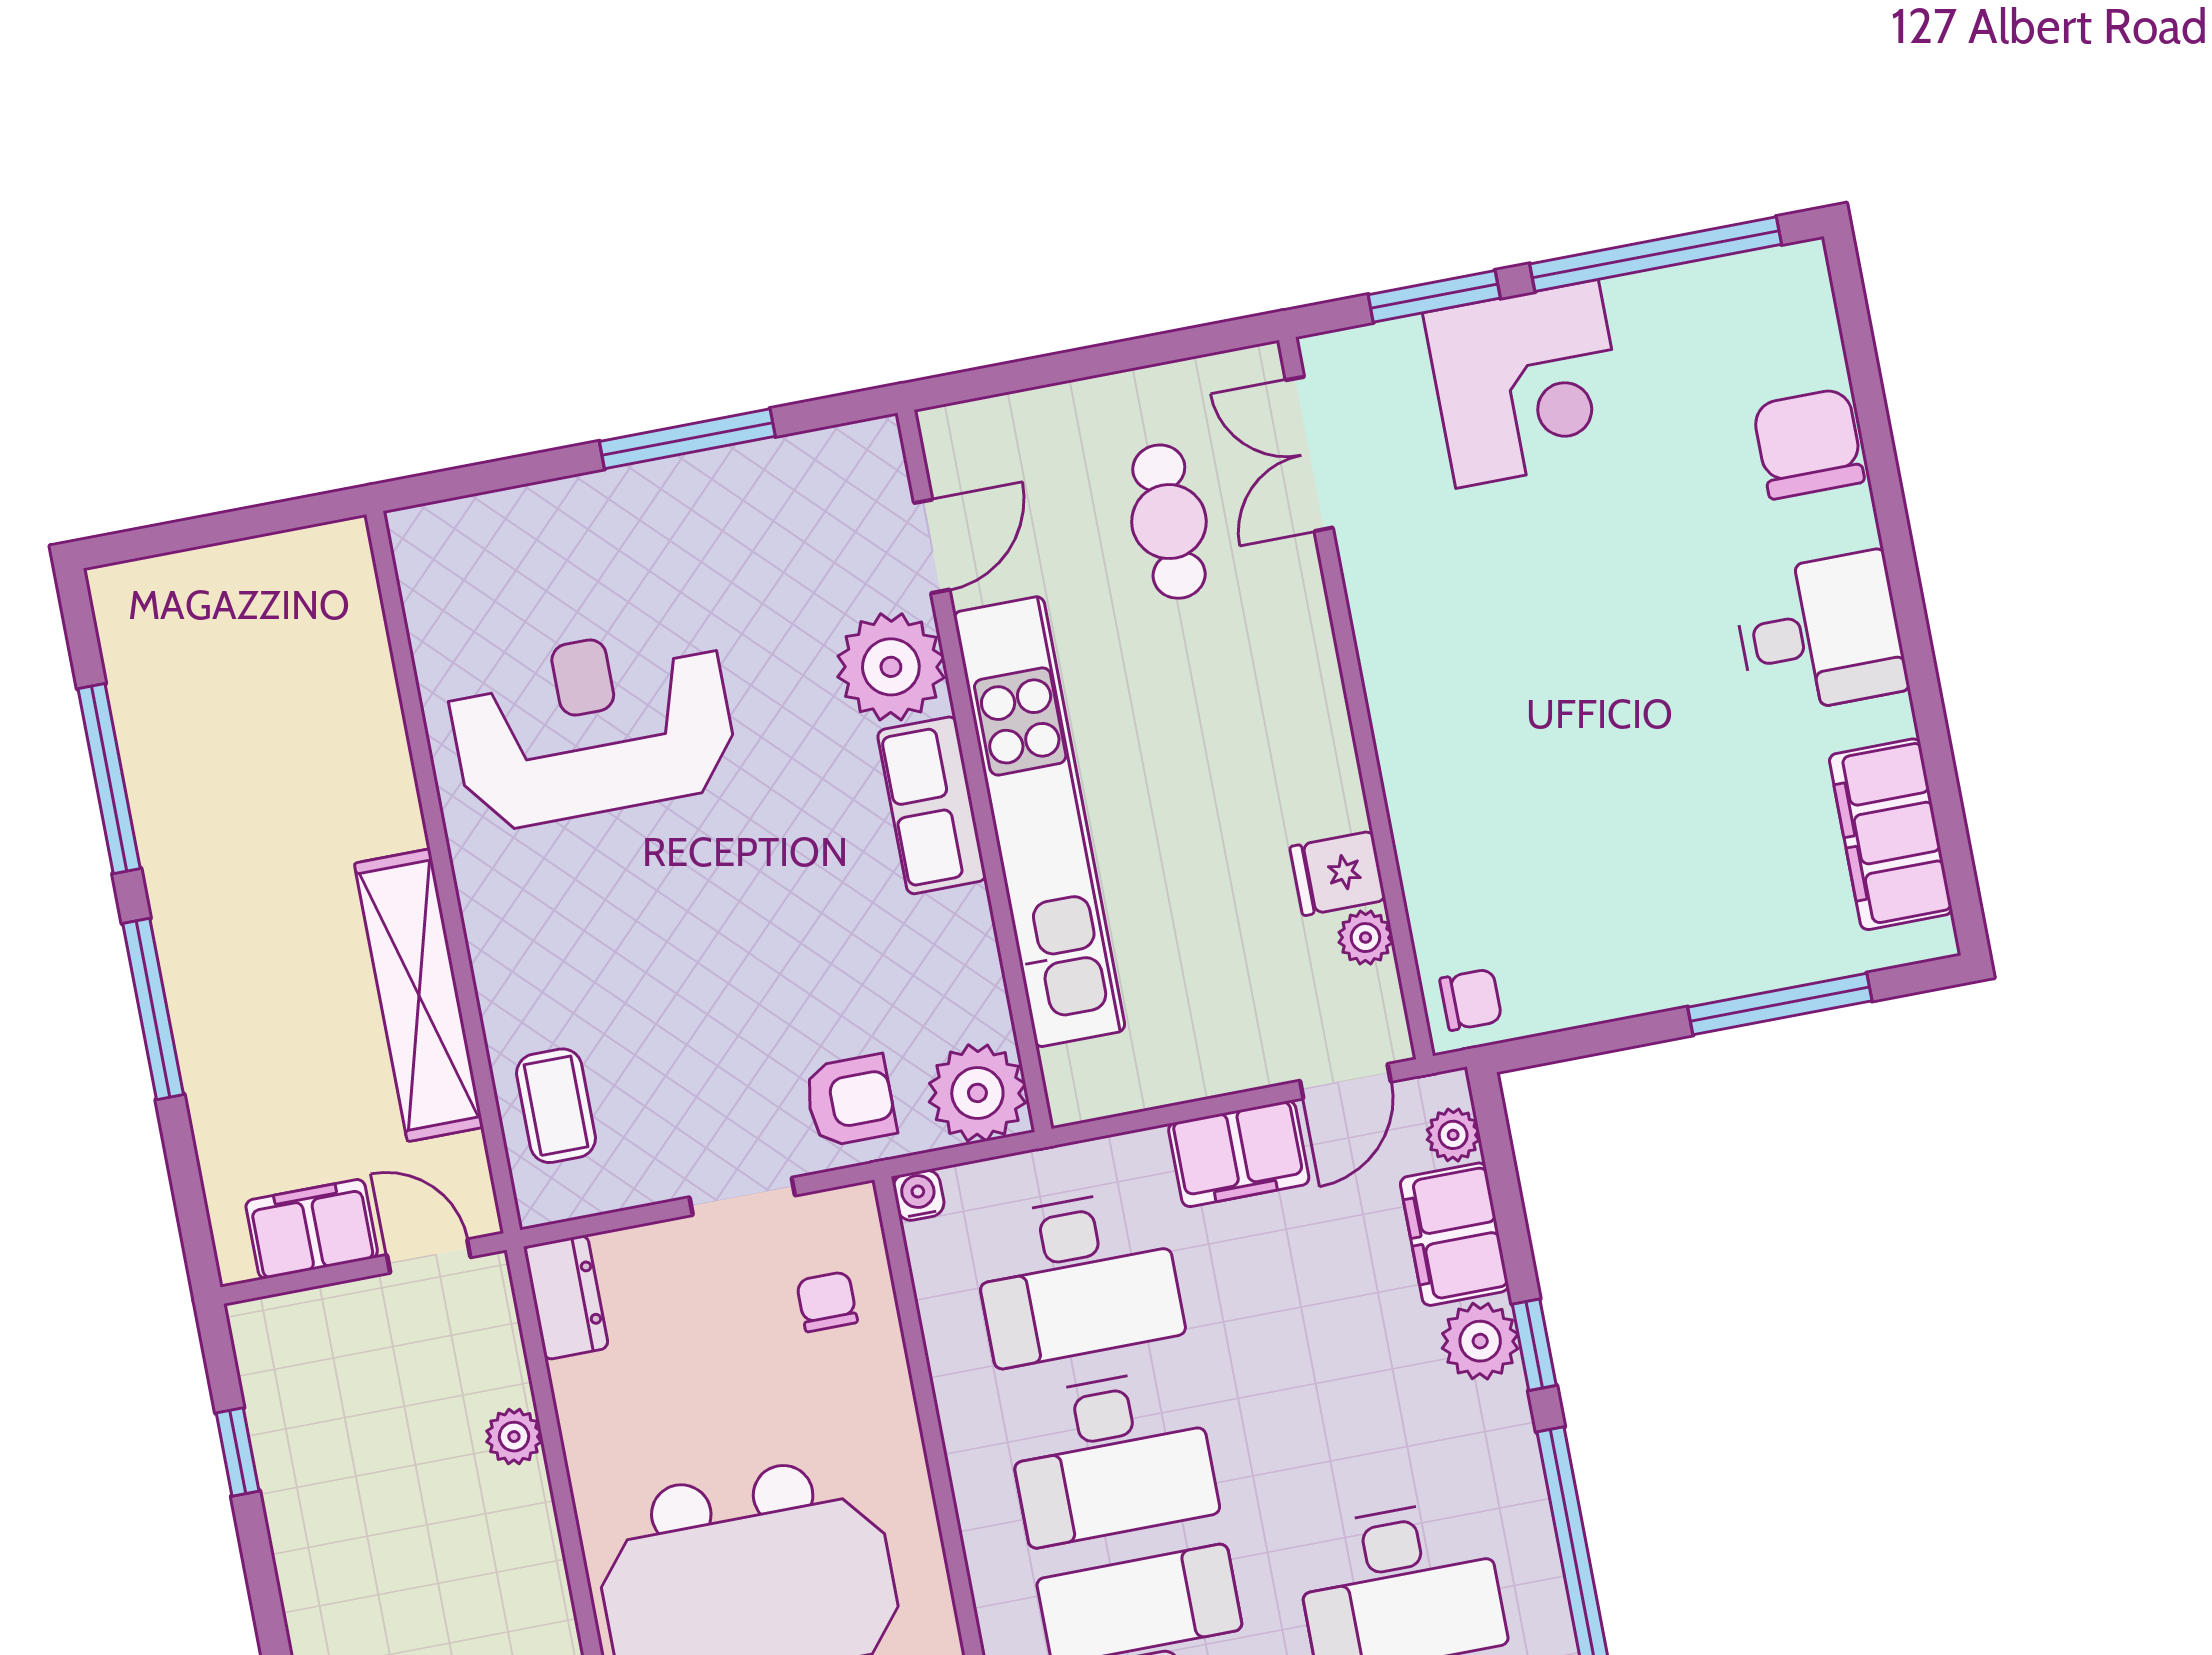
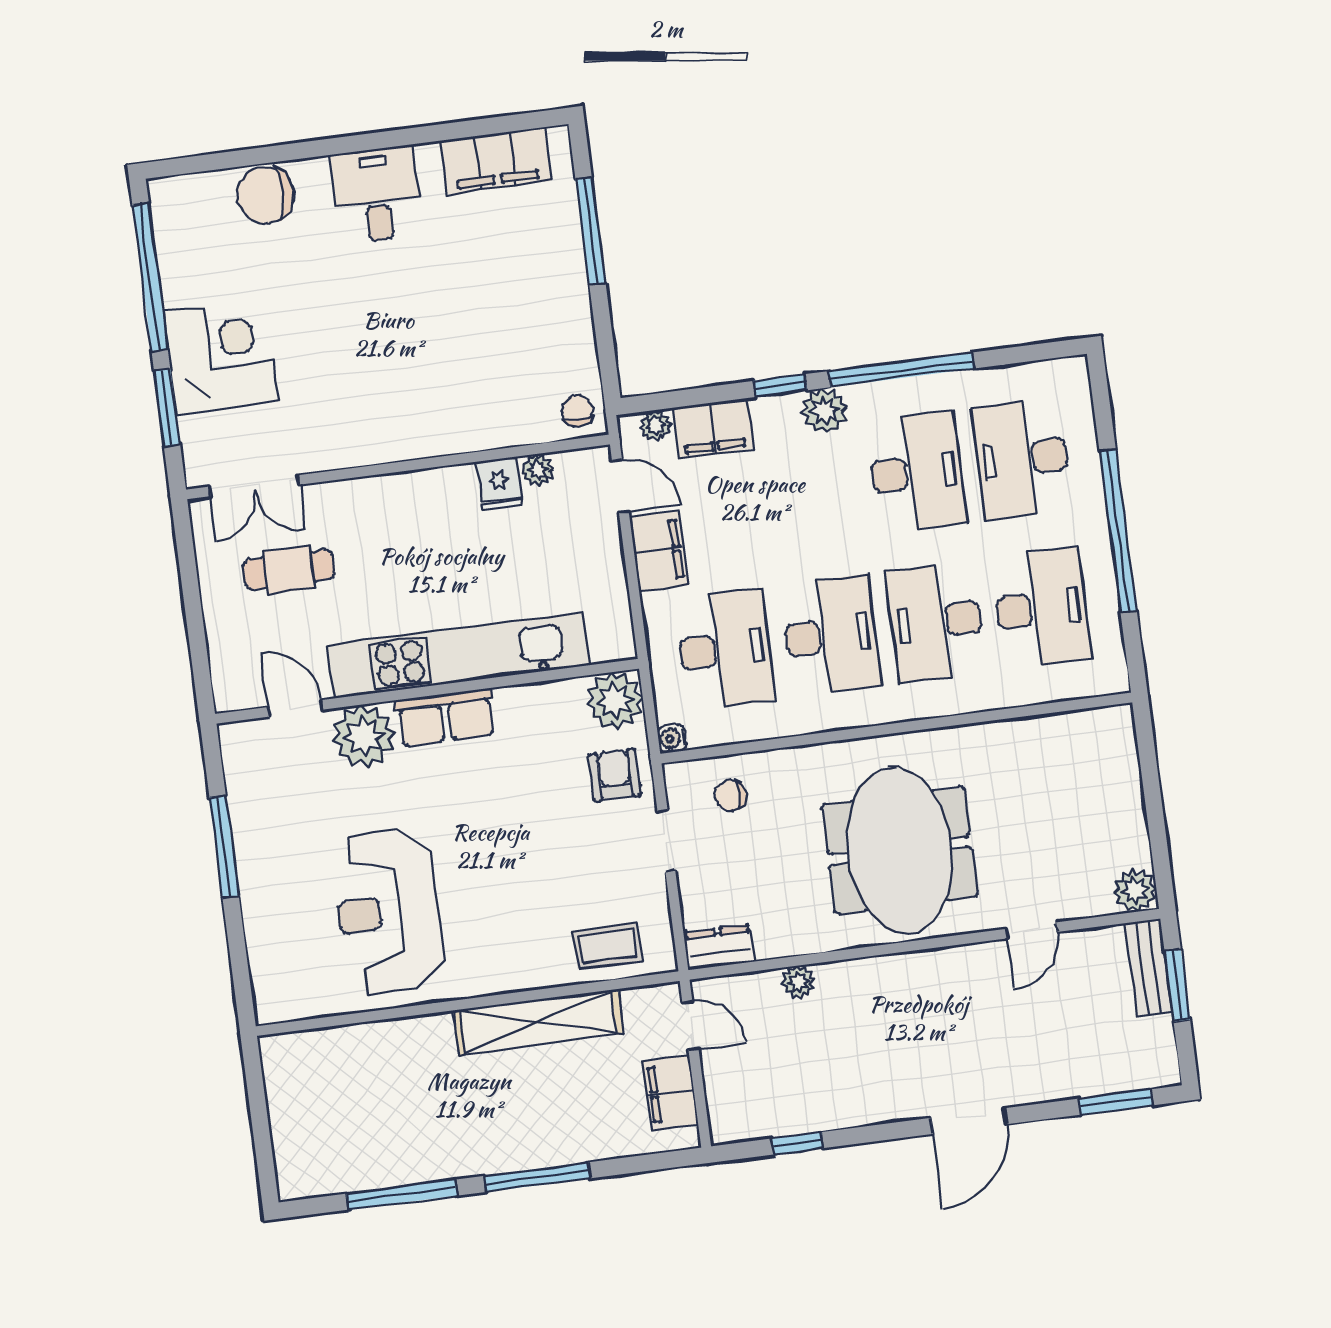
door: (429, 1256) -> (690, 1025), swing flipped
plant: (1480, 1341) -> (824, 411), moved

